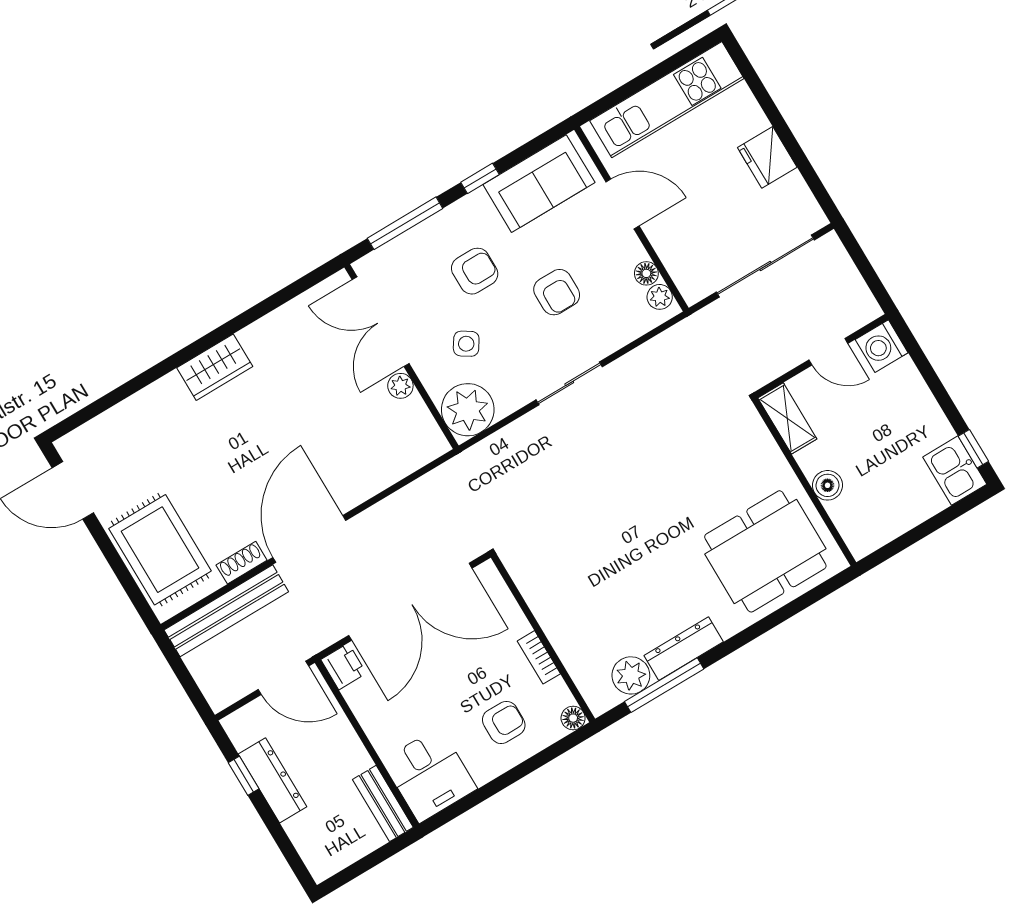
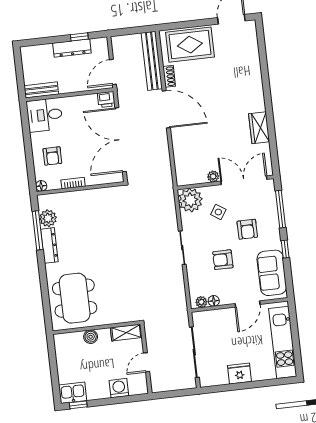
washing machine: (882, 346) -> (119, 388), moved
wardrobe: (215, 367) -> (259, 128), moved

